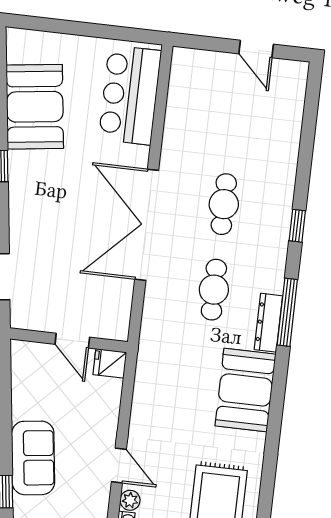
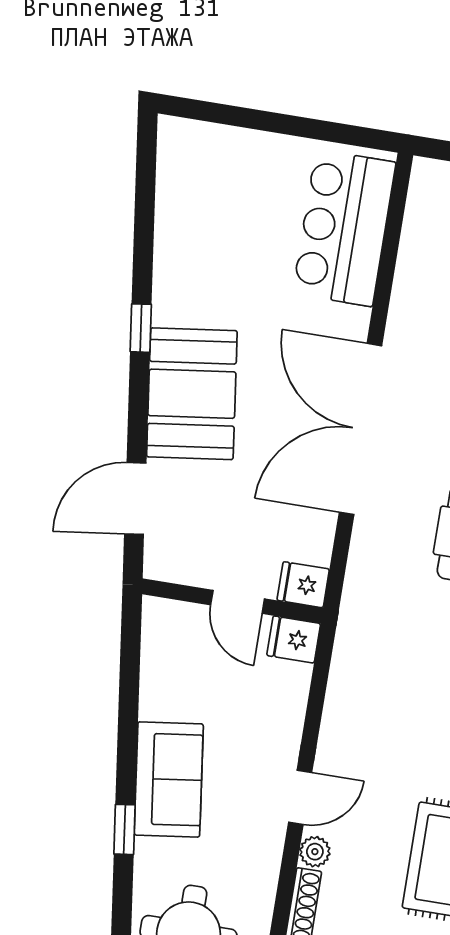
booth: (35, 107) -> (192, 394), moved
fridge: (114, 328) -> (303, 585), added
door: (119, 465) -> (300, 797), hinge flipped

